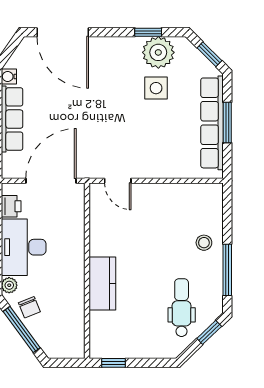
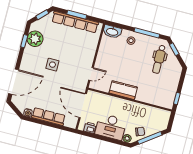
side table: (156, 88) -> (52, 65), moved
washbasin: (212, 201) -> (112, 32), added
kitchen counter: (102, 284) -> (123, 90), moved
dental chair: (182, 308) -> (159, 59), turned -90

